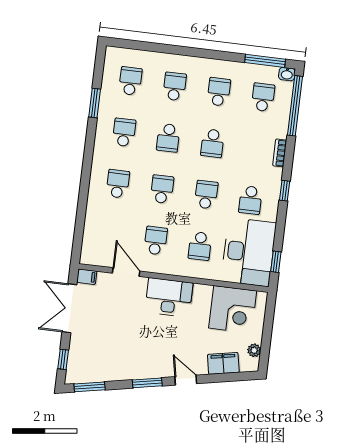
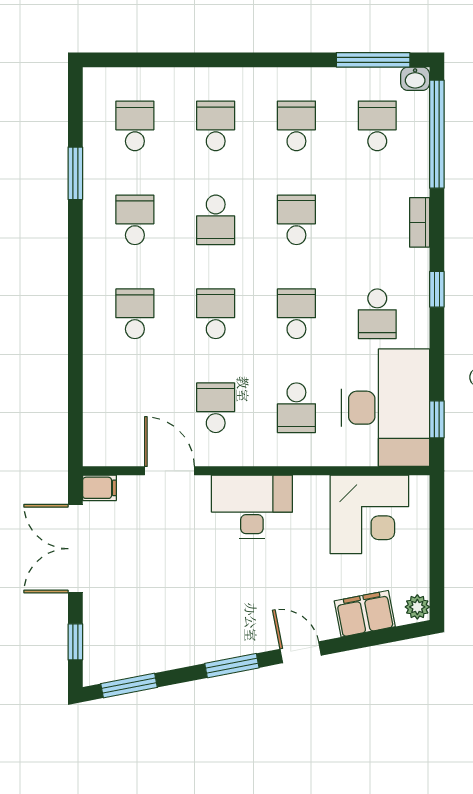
school desk: (212, 143) -> (296, 220), turned 180
plant: (254, 350) -> (417, 607), moved

